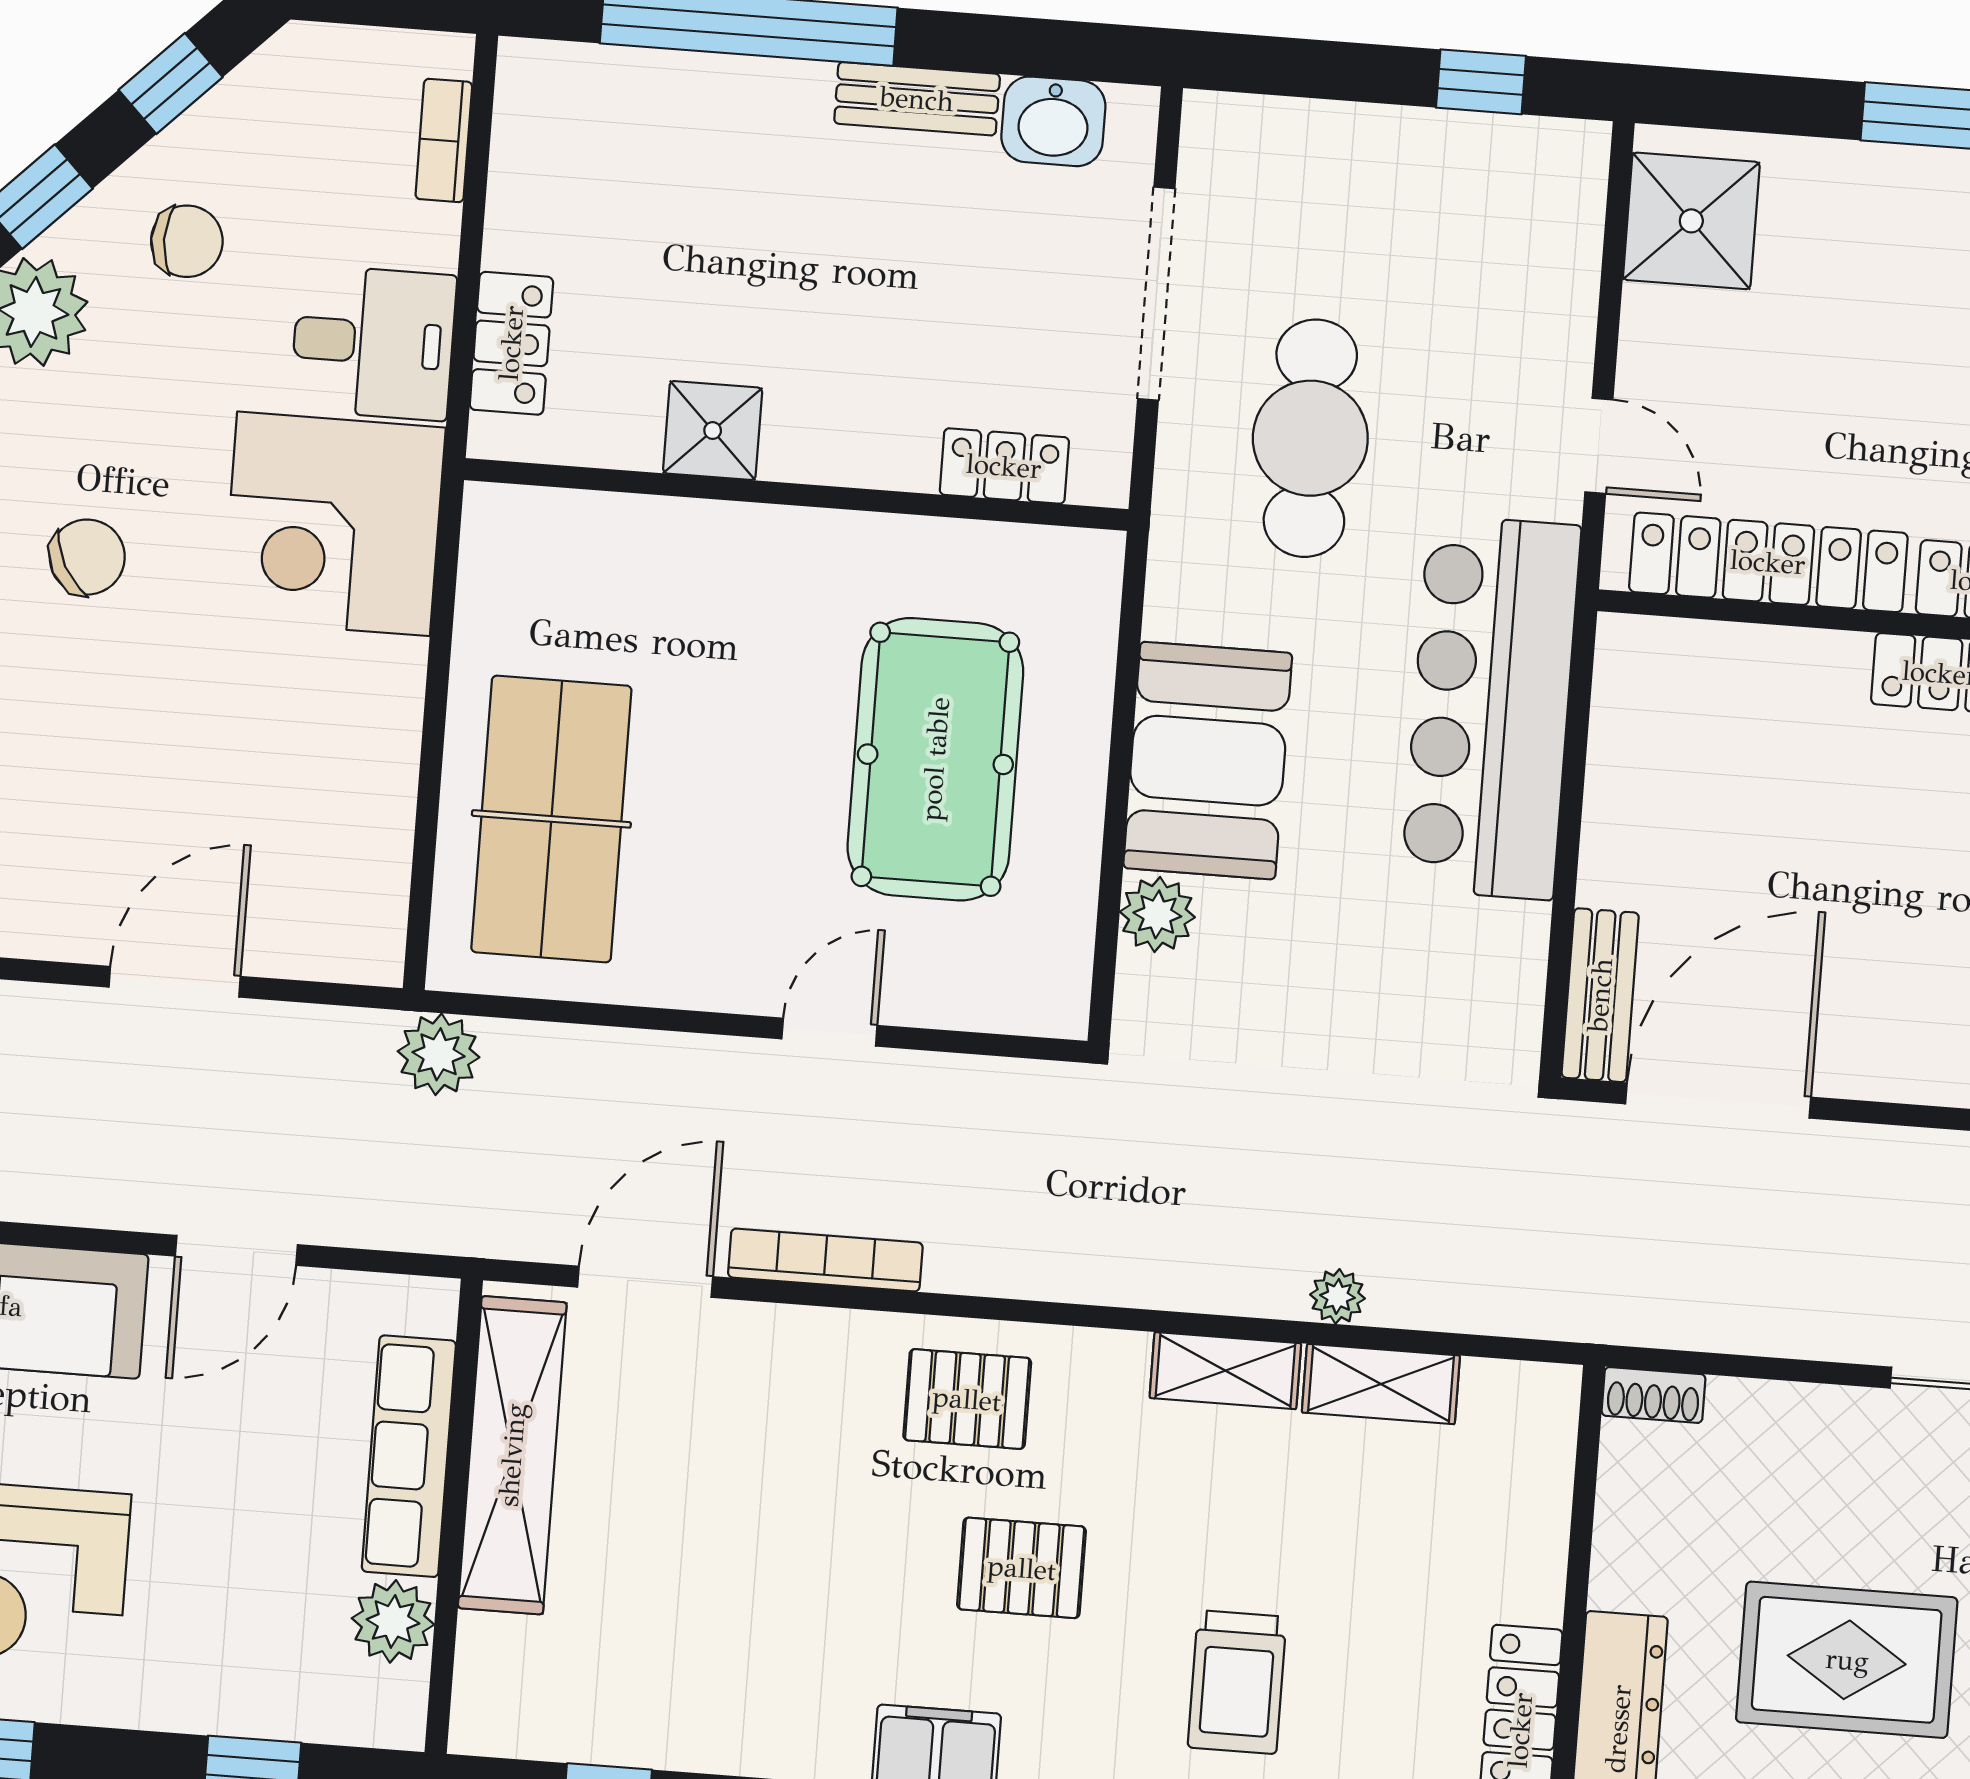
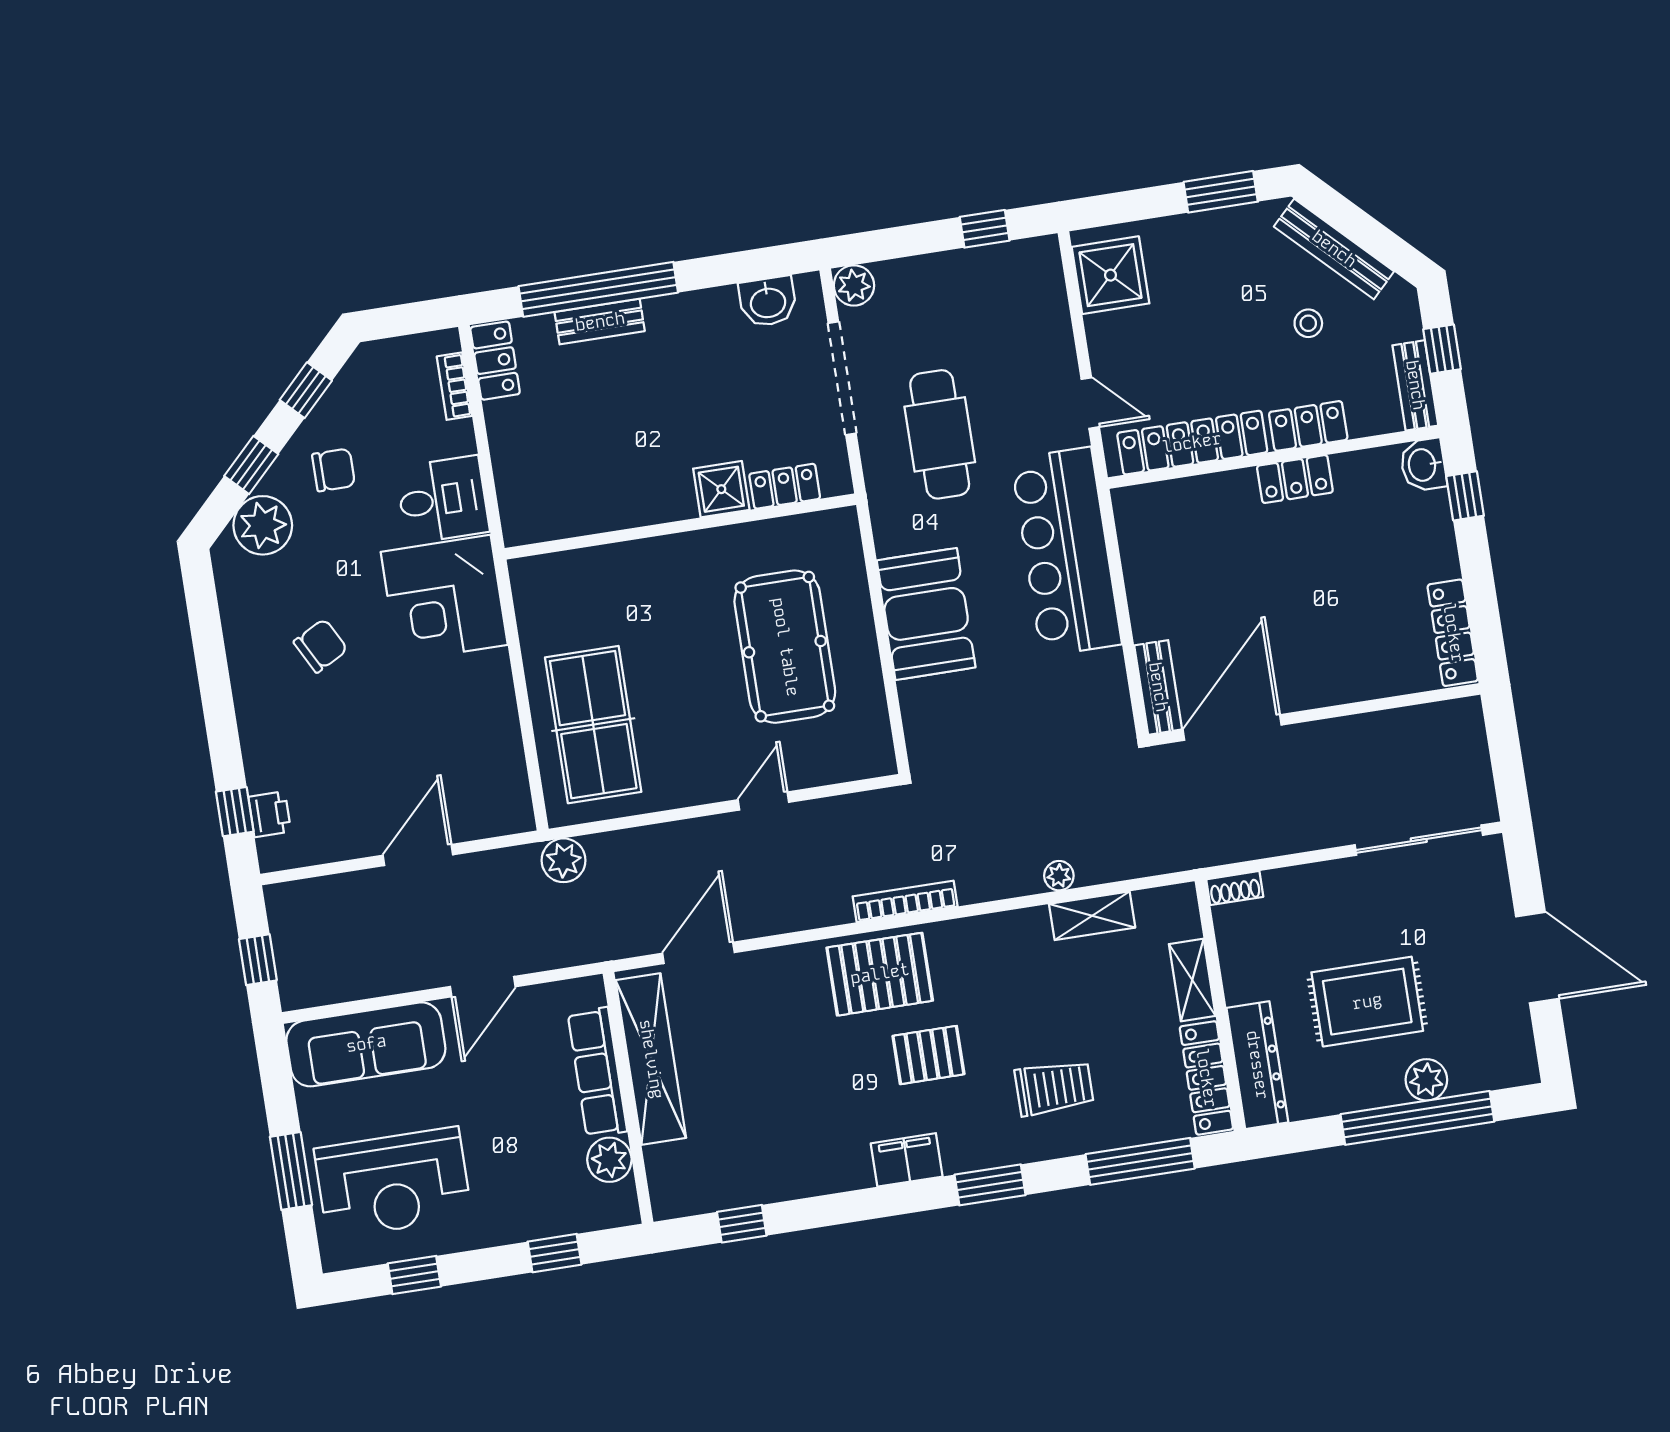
bench: (917, 99) -> (600, 322), moved
locker: (511, 343) -> (495, 361), moved
shower: (713, 431) -> (721, 489), moved
plant: (1157, 914) -> (854, 285), moved
bookcase: (825, 1260) -> (905, 901), moved
shelving: (1225, 1371) -> (1192, 980), moved, turned 90
pallet: (967, 1399) -> (880, 974), width x1.50, depth x1.42
trolley: (1237, 1682) -> (1054, 1088), turned -90

